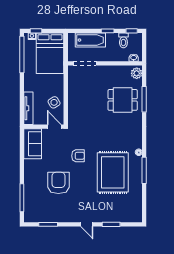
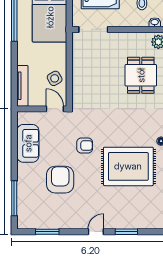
dining table: (123, 100) -> (141, 75), turned 90
sofa: (33, 144) -> (28, 143), moved
rug: (113, 172) -> (128, 166), turned 90
door: (87, 224) -> (96, 232), swing flipped

